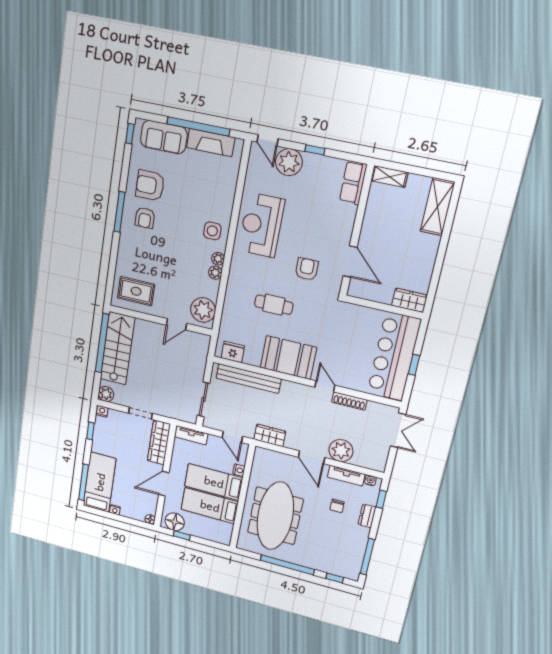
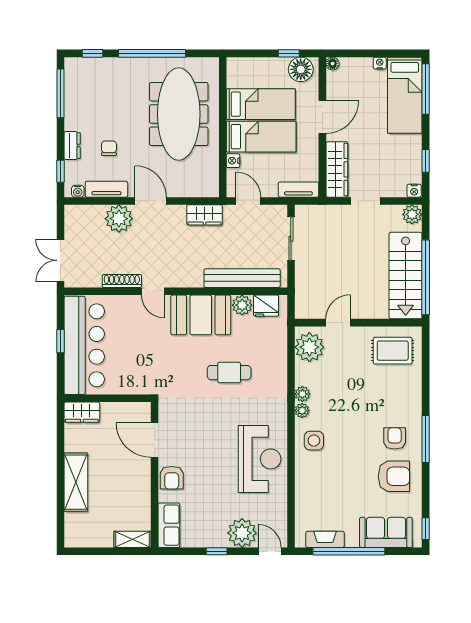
fireplace: (211, 143) -> (325, 539), width x0.73, depth x0.76
shelving: (437, 207) -> (76, 482), moved
armchair: (307, 269) -> (172, 478), moved
plant: (252, 357) -> (242, 305), added

